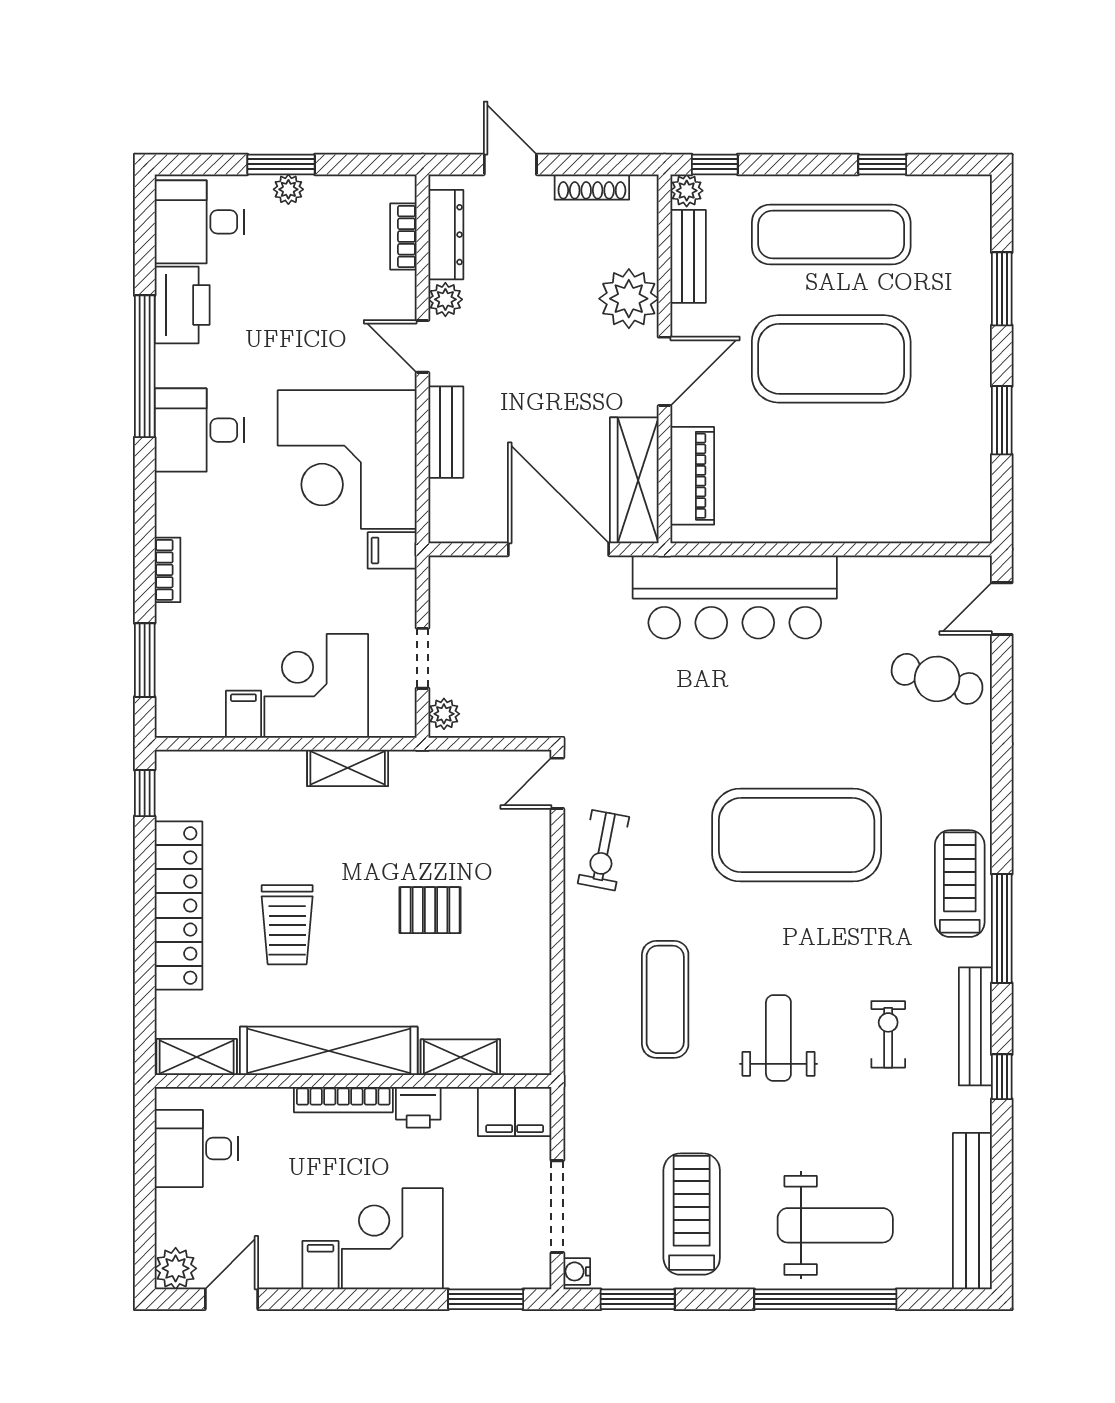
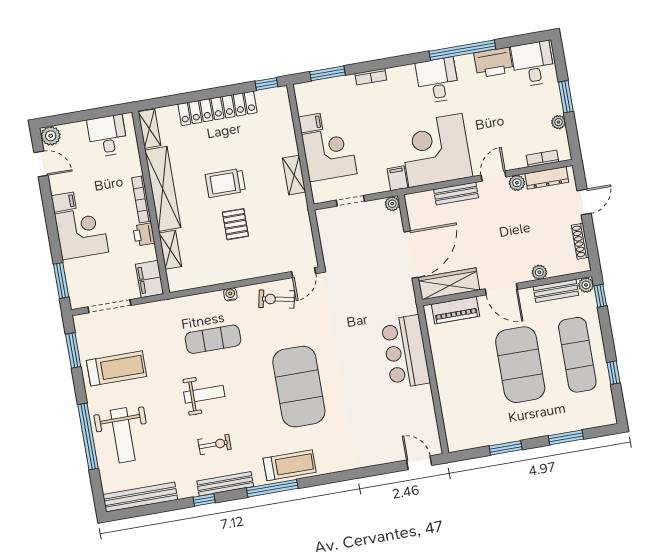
plant: (288, 189) -> (559, 122), moved
plant: (629, 299) -> (539, 272), width x0.53, depth x0.53
bar counter: (735, 597) -> (405, 352), width x0.73
cafe table: (937, 679) -> (382, 439), removed
plant: (444, 714) -> (392, 204), moved
door: (557, 783) -> (304, 273), swing flipped
trolley: (287, 925) -> (225, 183), moved
water cooler: (577, 1271) -> (230, 294), moved

